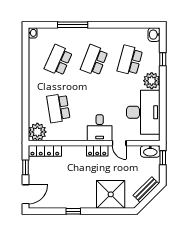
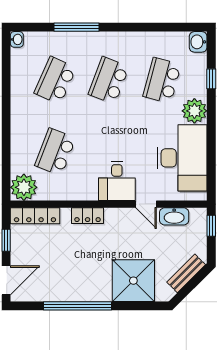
school desk: (58, 108) -> (55, 152), turned 30
locker: (97, 151) -> (88, 216), moved
washbasin: (150, 151) -> (174, 216), moved
window: (73, 211) -> (78, 306), width x3.17

